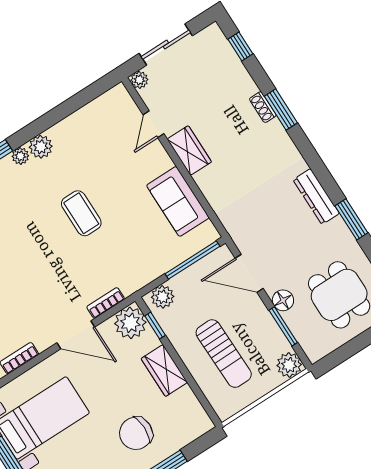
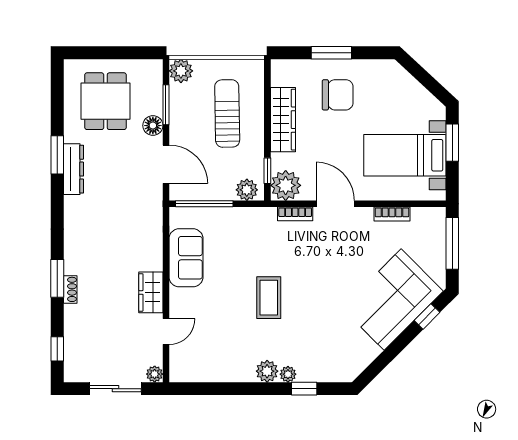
dresser: (316, 197) -> (73, 169), moved
wardrobe: (164, 370) -> (283, 120), width x1.50

